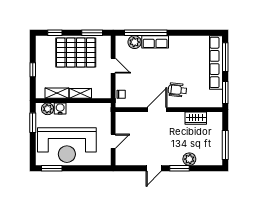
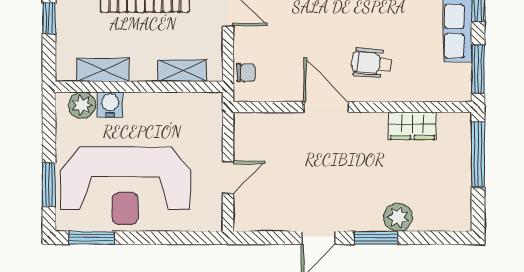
shelving: (80, 93) -> (183, 71), moved
door: (157, 110) -> (326, 107), hinge flipped
window: (33, 123) -> (49, 185), moved
window: (225, 145) -> (478, 154), moved

